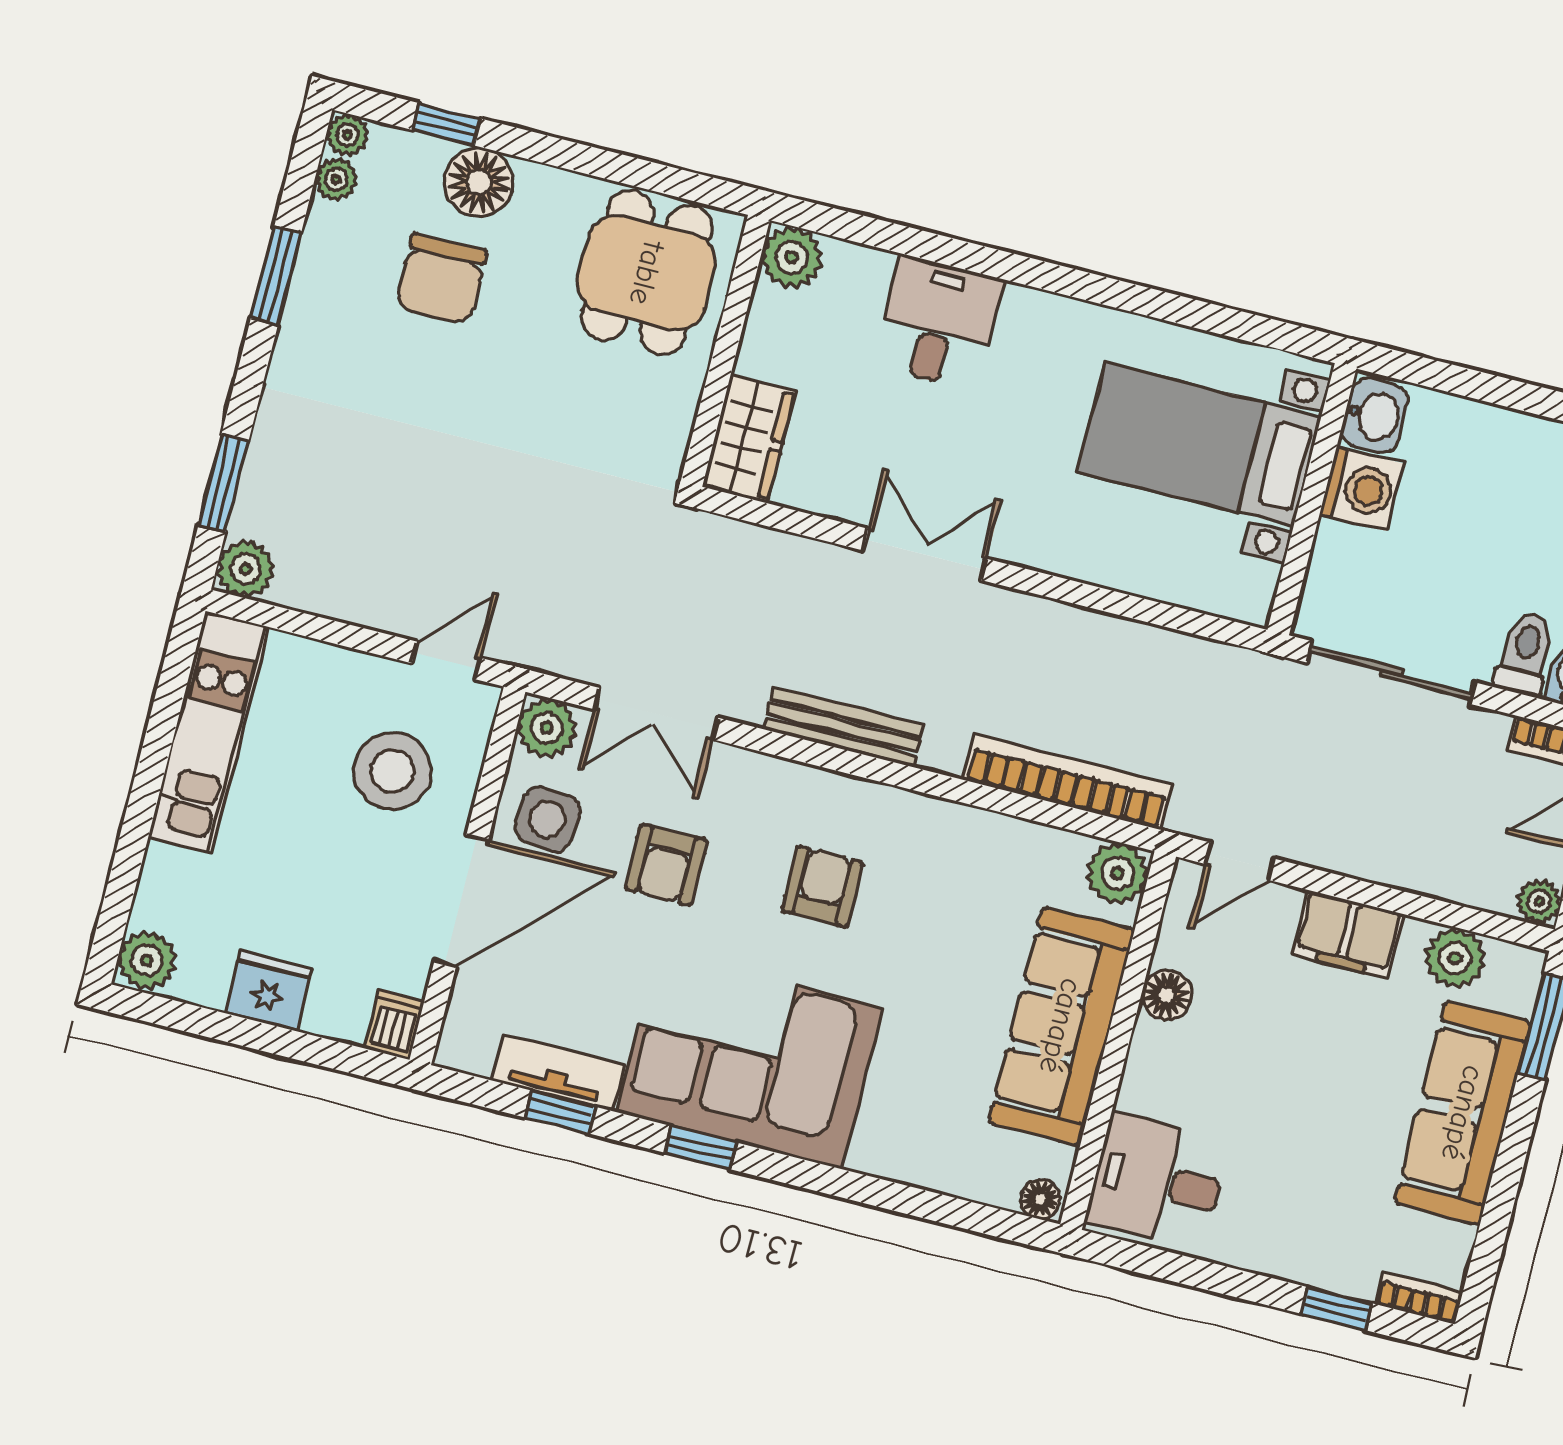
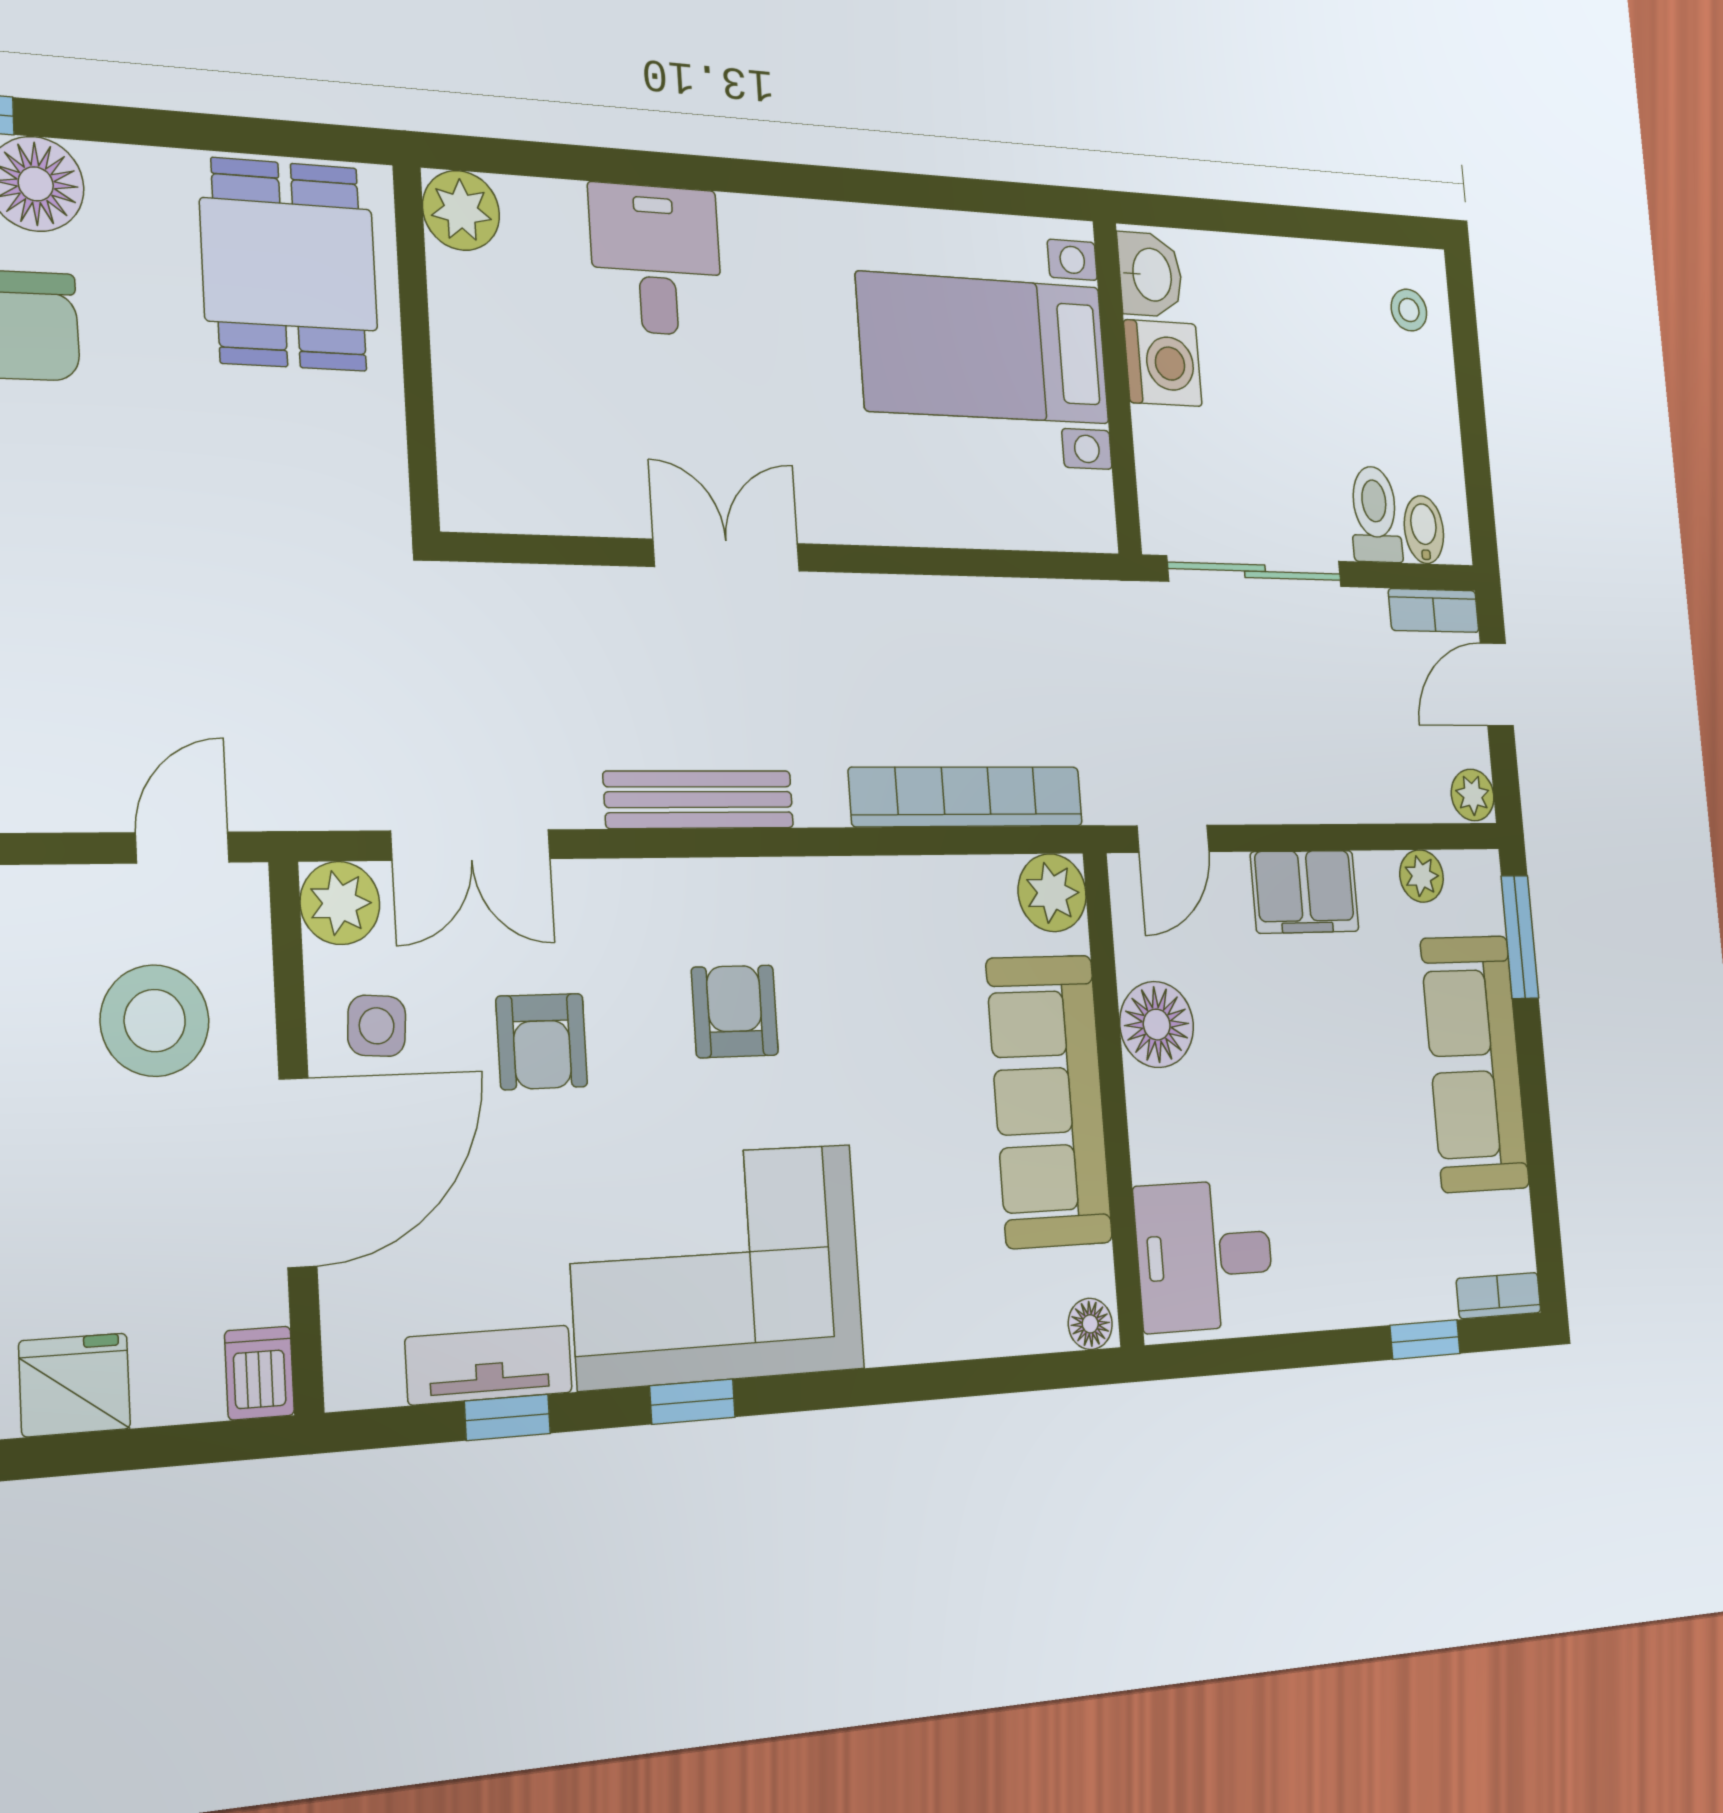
wardrobe: (749, 439) -> (478, 456), removed
side table: (548, 819) -> (377, 1026), width x0.73, depth x0.73
plant: (1455, 958) -> (1422, 876), width x0.73, depth x0.73
floor lamp: (1167, 995) -> (1157, 1025), width x1.38, depth x1.38

